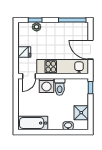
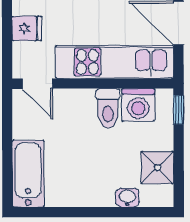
door: (29, 76) -> (38, 84), hinge flipped
washing machine: (46, 85) -> (138, 105), moved
bathtub: (33, 123) -> (28, 174), moved, turned 90

